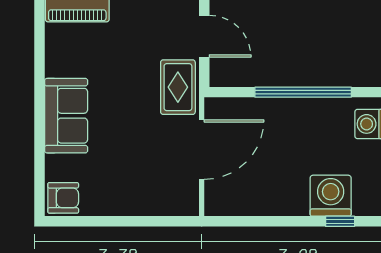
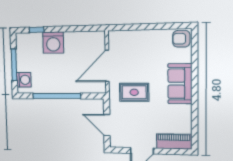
rug: (178, 87) -> (134, 92), moved, turned 90
washing machine: (331, 196) -> (53, 43), moved

